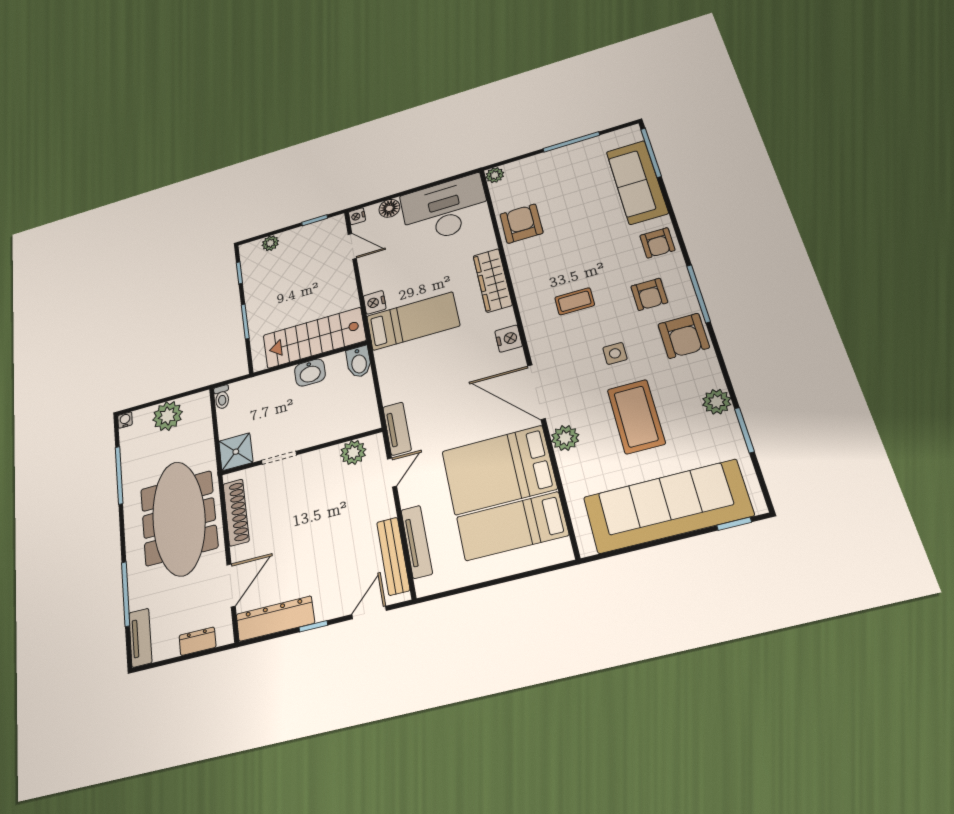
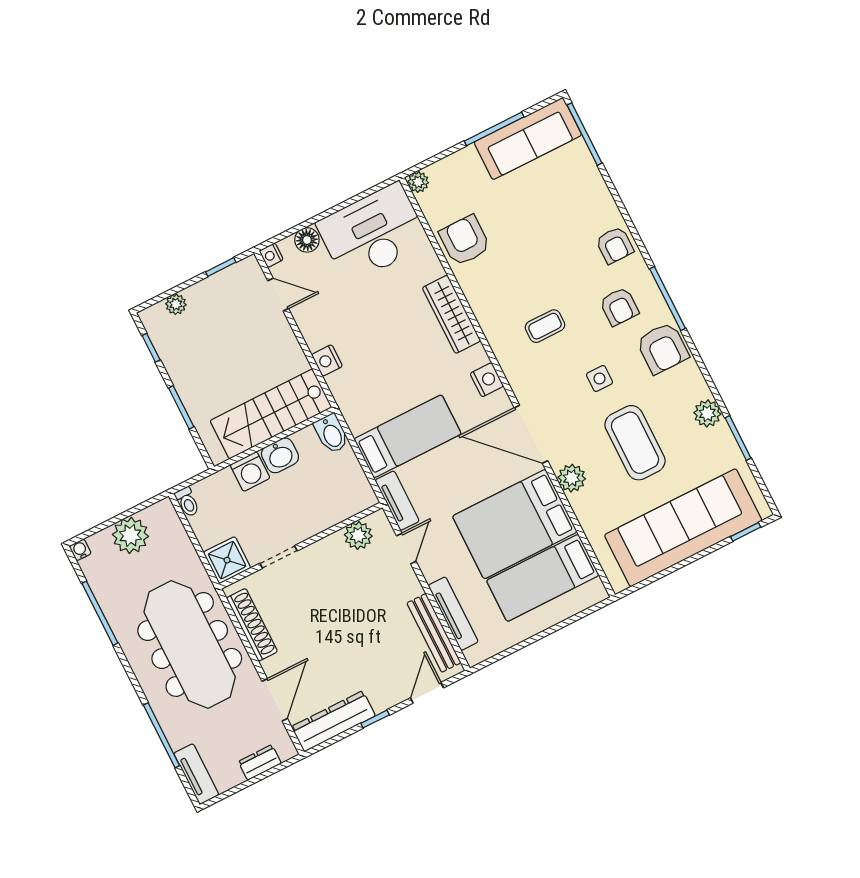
sofa: (637, 182) -> (528, 139), moved, turned -90
bed: (413, 321) -> (408, 436), moved
washing machine: (281, 381) -> (250, 471), added

